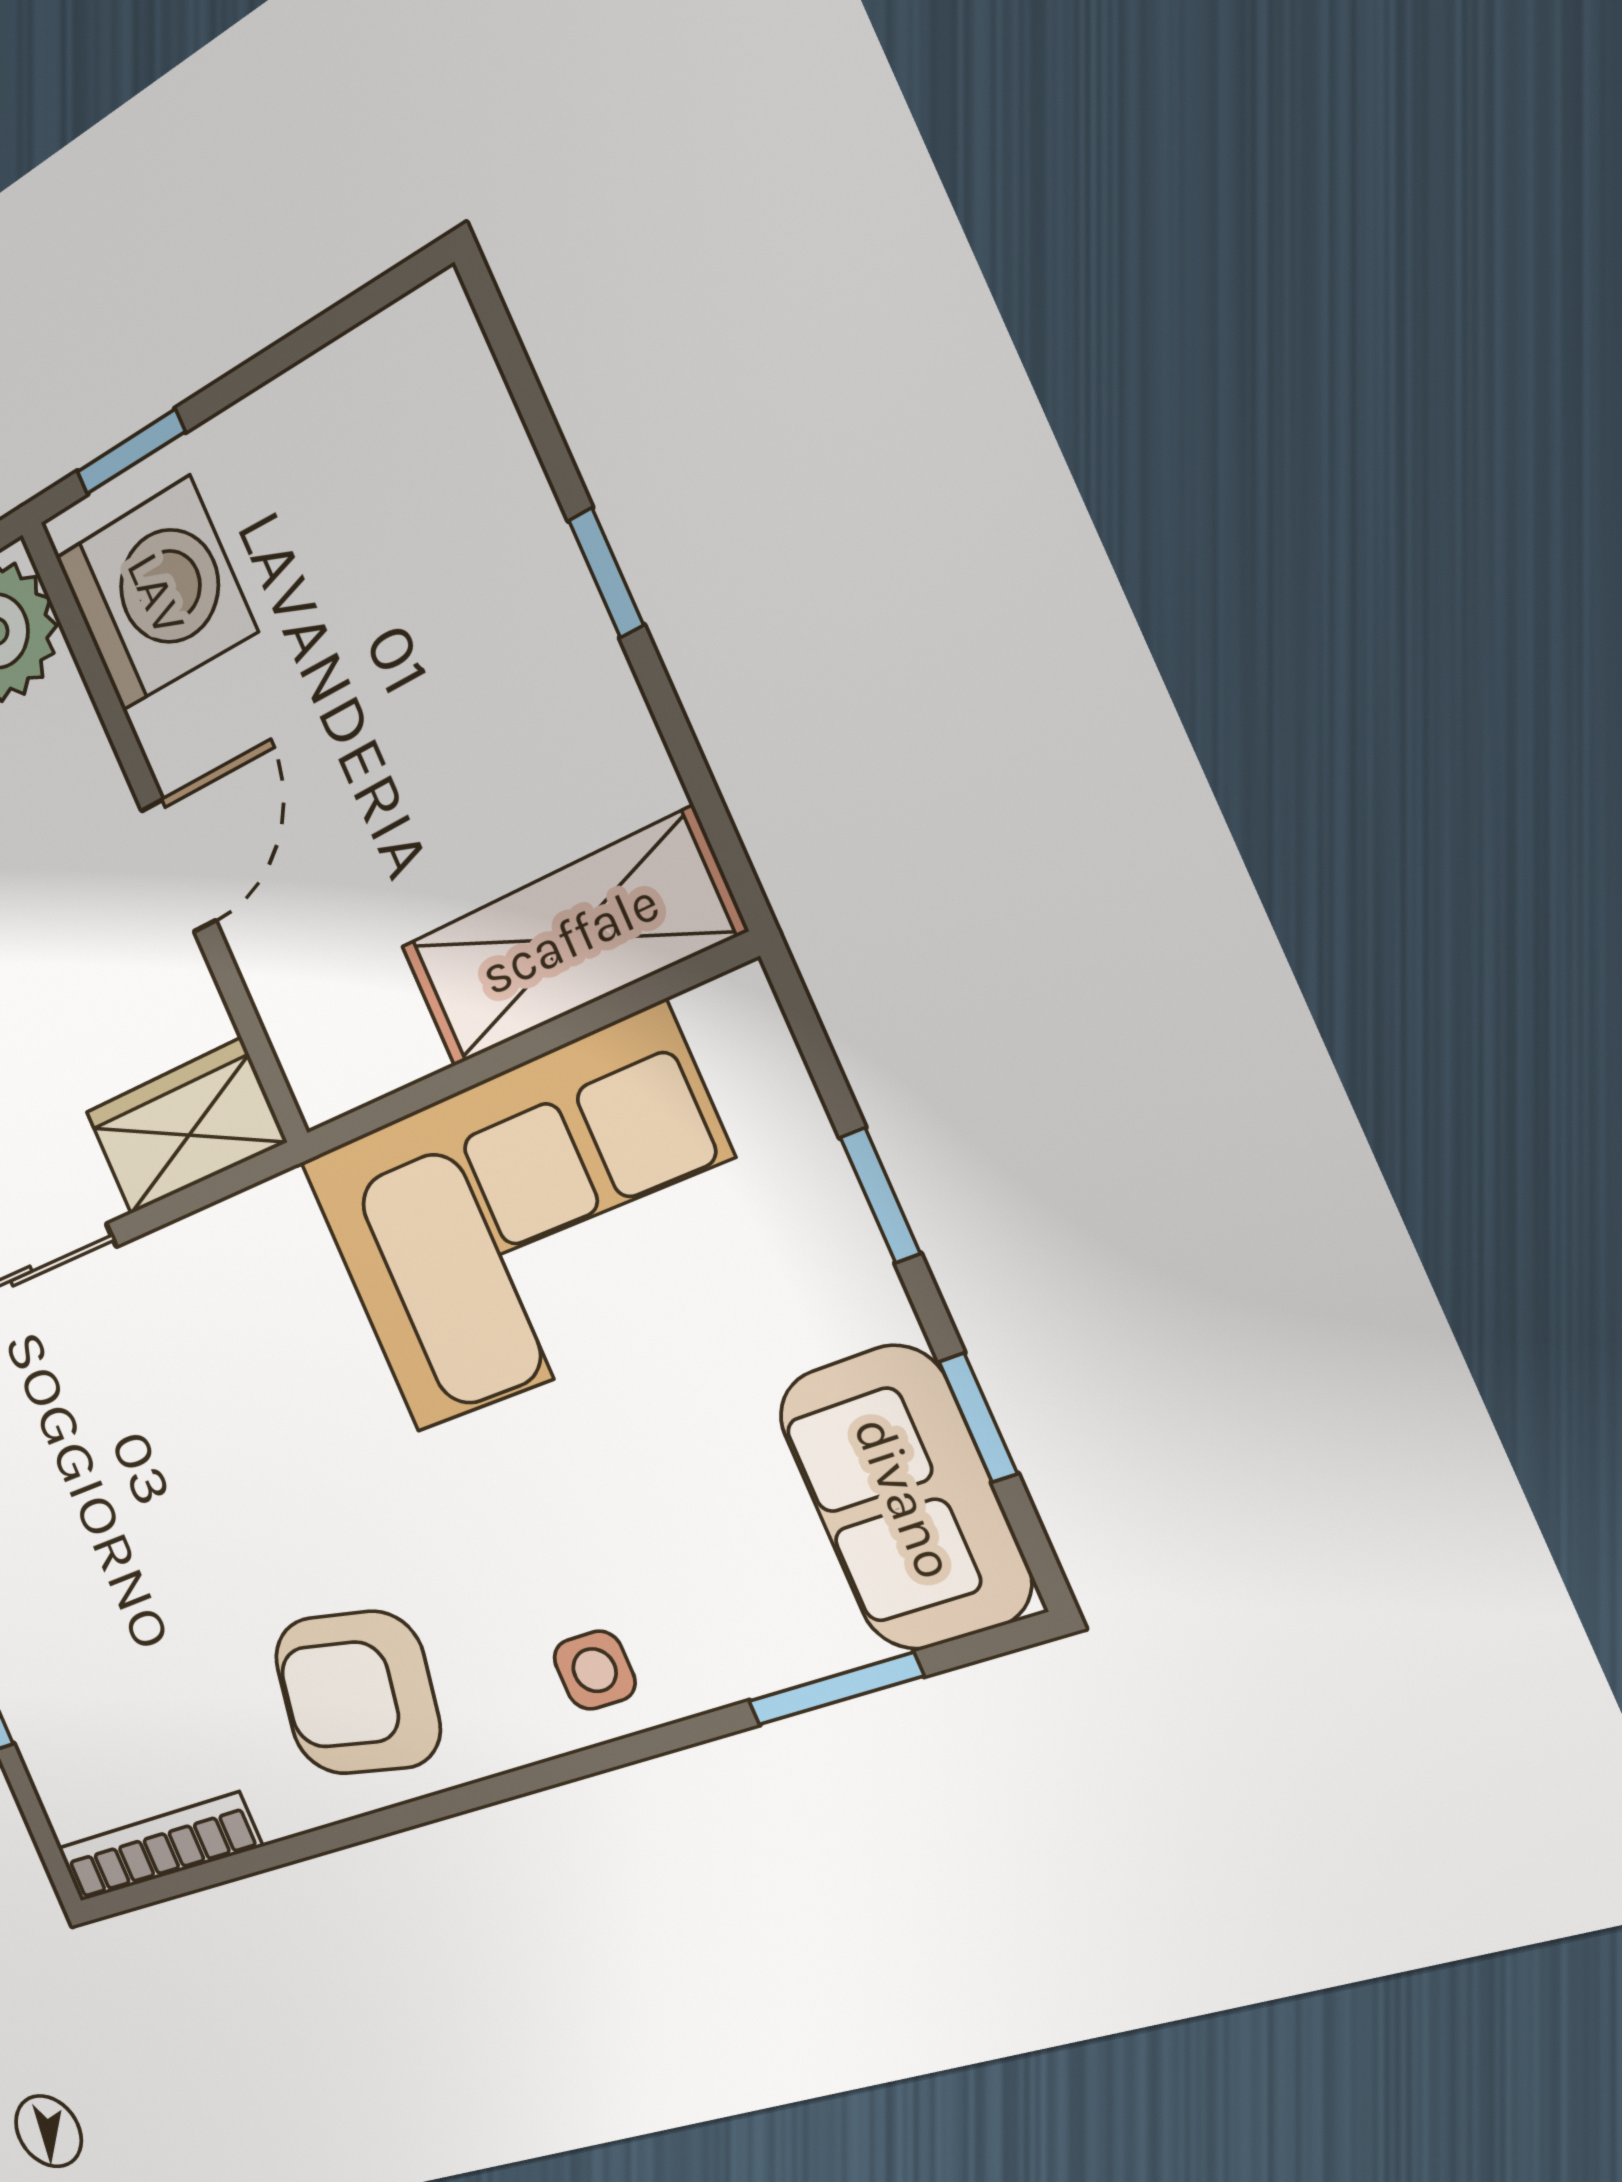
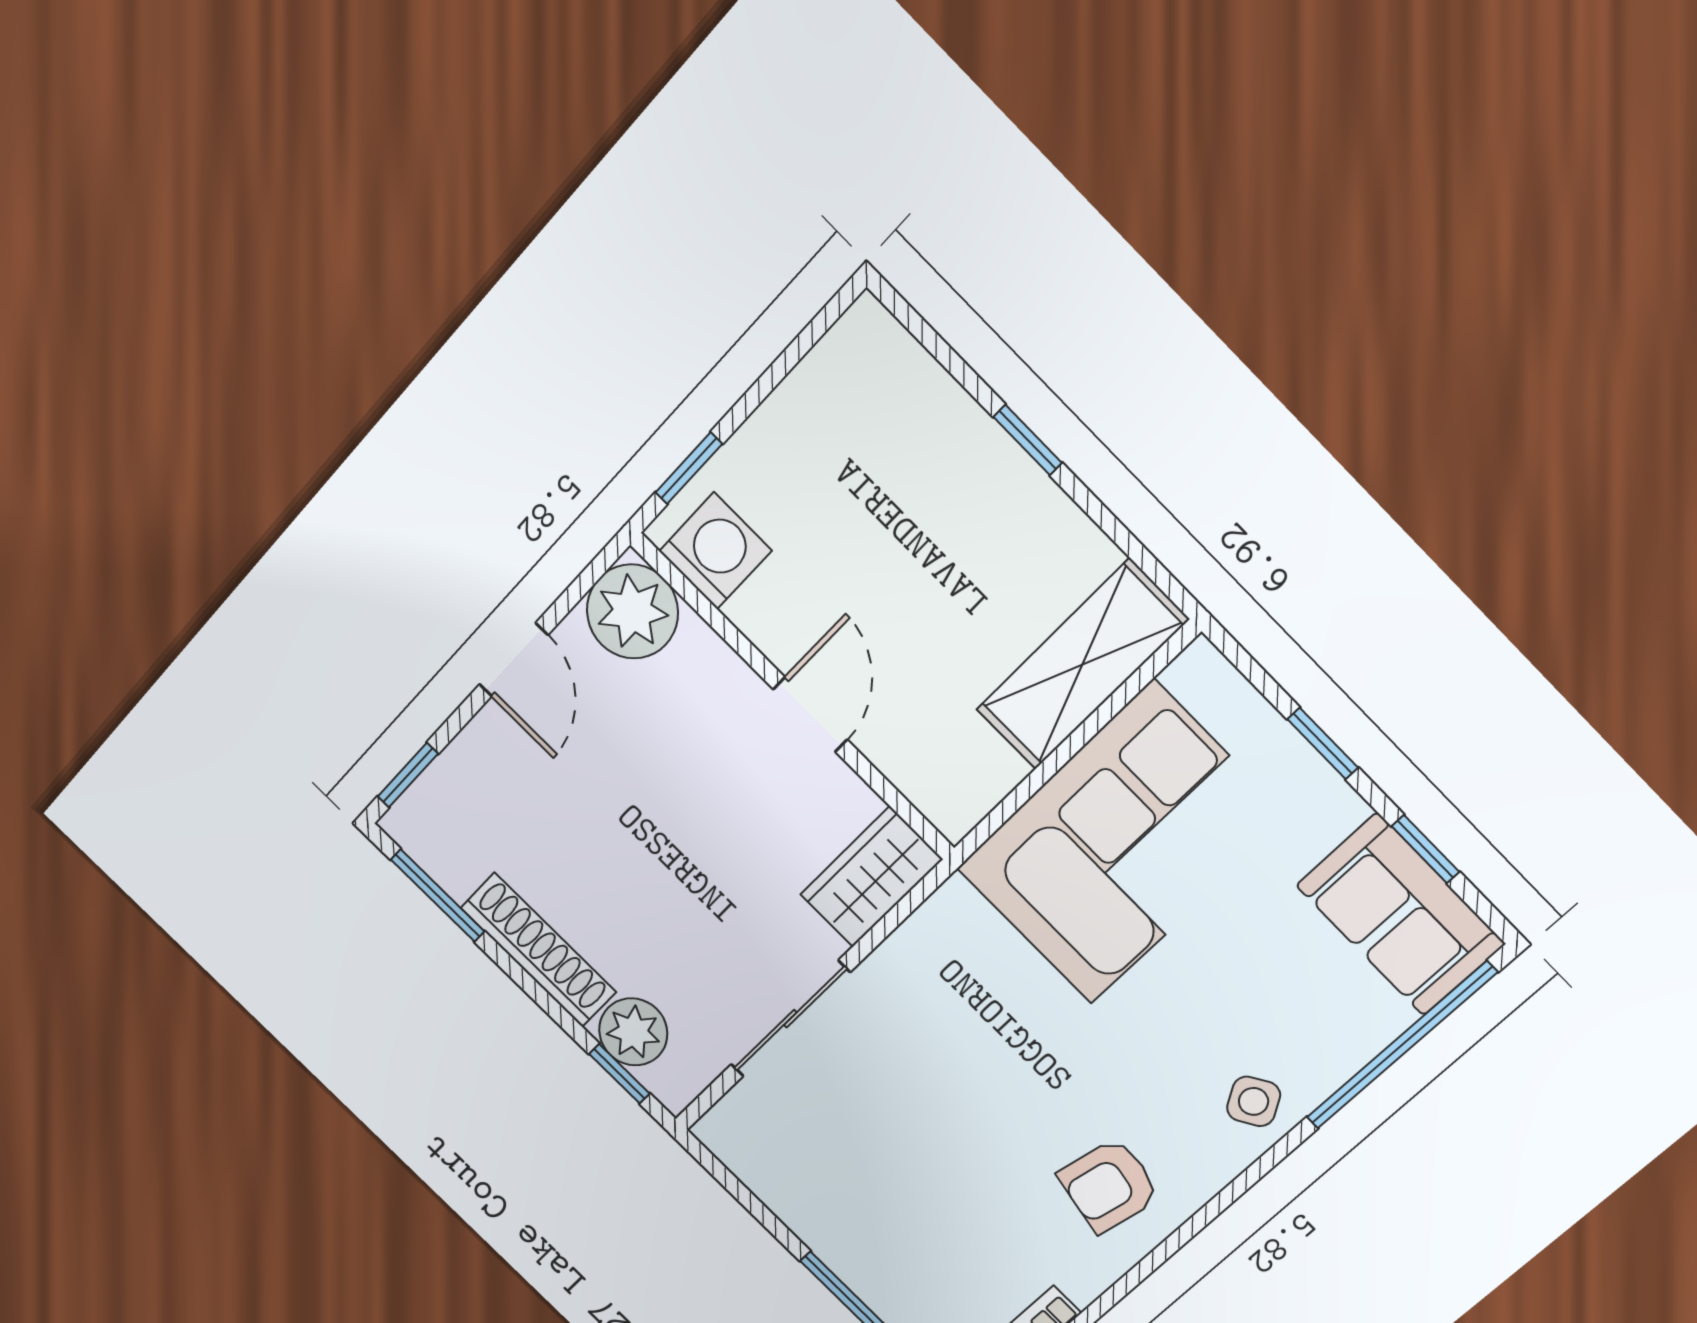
washing machine: (156, 594) -> (715, 551), width x0.73, depth x0.73
side table: (595, 1670) -> (1254, 1101), turned -31
window: (835, 1689) -> (1401, 1046), width x2.11
armchair: (357, 1693) -> (1109, 1185), width x0.72, depth x0.72

